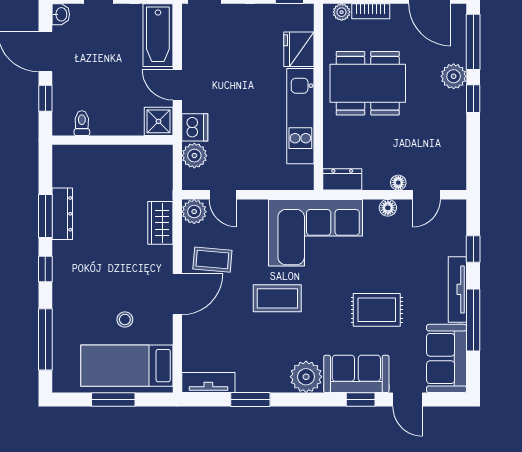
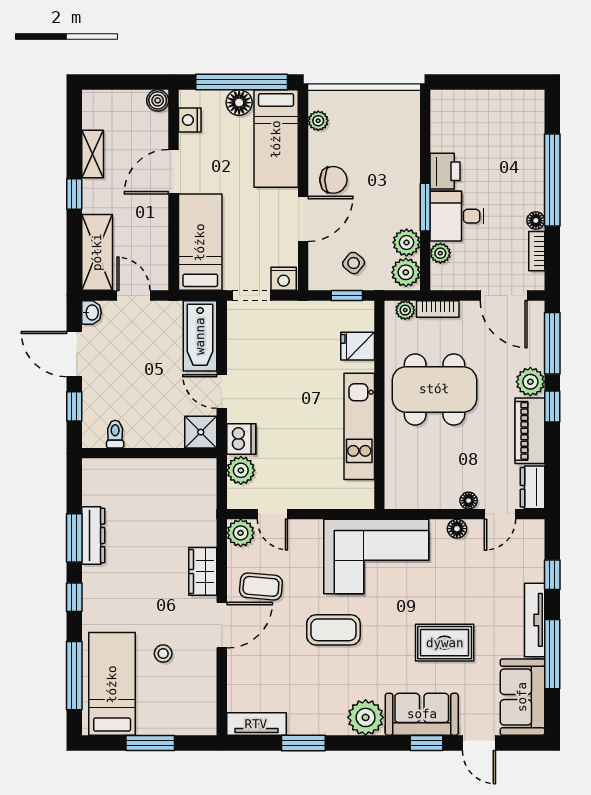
fridge: (299, 49) -> (358, 346), width x0.72
piano: (453, 120) -> (530, 431), added
dresser: (342, 179) -> (532, 487), moved, turned -90
wardrobe: (160, 223) -> (203, 571), moved
bed: (127, 366) -> (112, 684), moved, turned 90

